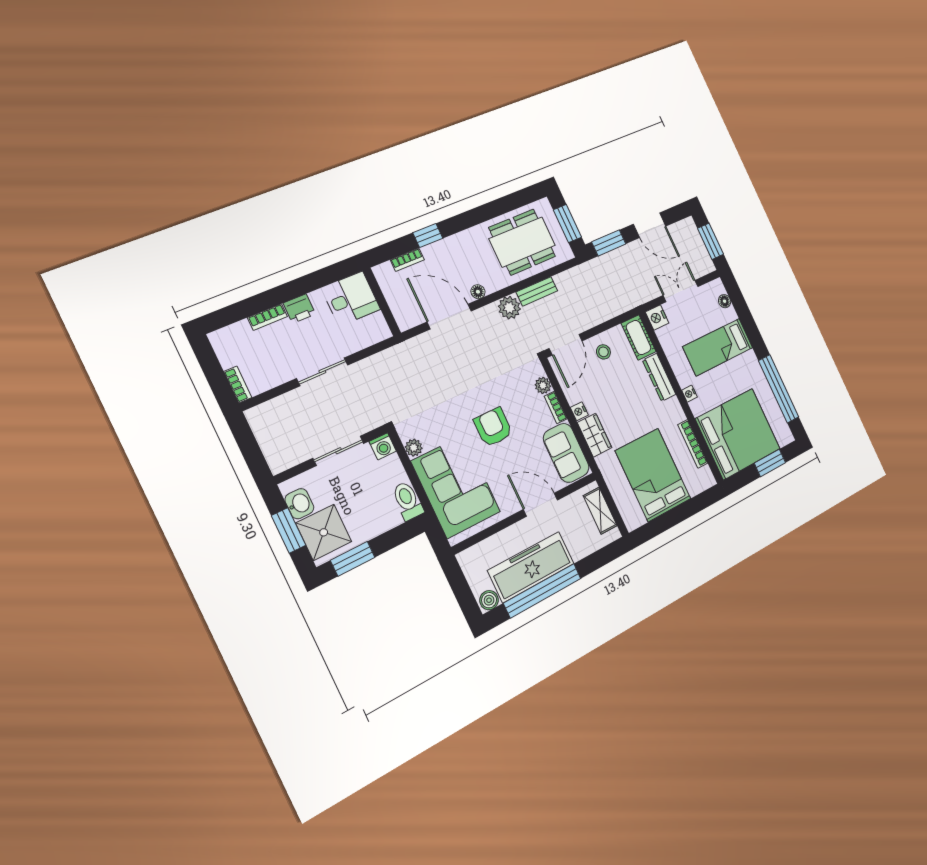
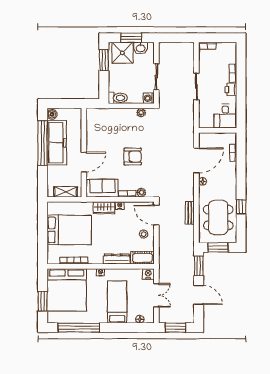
door: (650, 225) -> (199, 295), swing flipped
window: (428, 236) -> (241, 207), moved
plant: (509, 308) -> (188, 194), removed
corner sofa: (456, 487) -> (113, 124), removed

